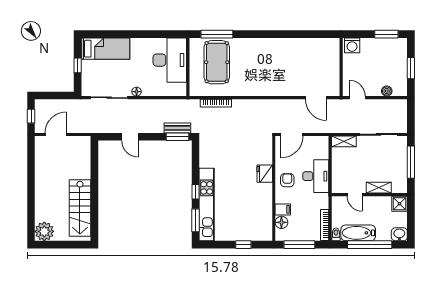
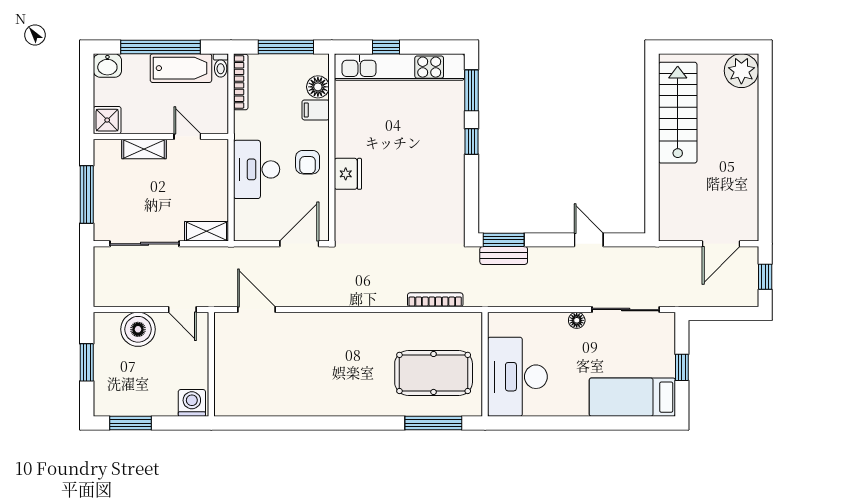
pool table: (217, 62) -> (434, 373), turned 90
boiler: (387, 91) -> (138, 329), width x1.86, depth x1.86
kitchen unit: (207, 205) -> (399, 67), moved, turned -90

